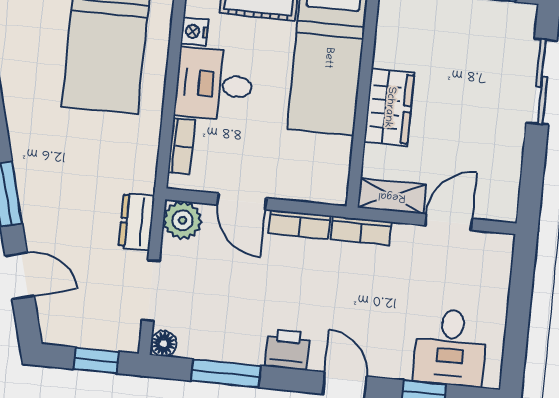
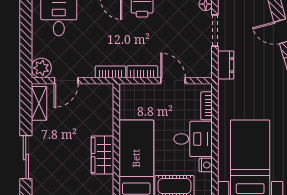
wardrobe: (389, 107) -> (102, 155), moved
shelving: (392, 196) -> (39, 103), moved, turned 90
plant: (182, 220) -> (41, 68), moved

